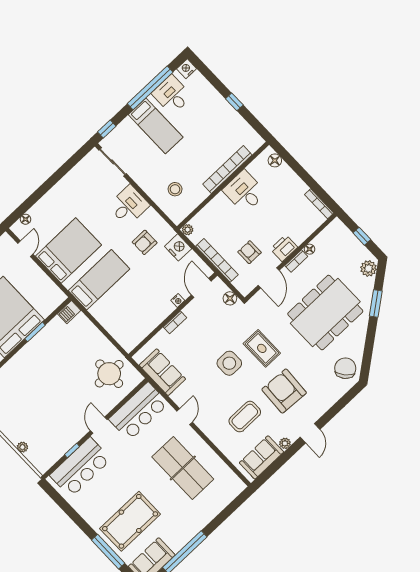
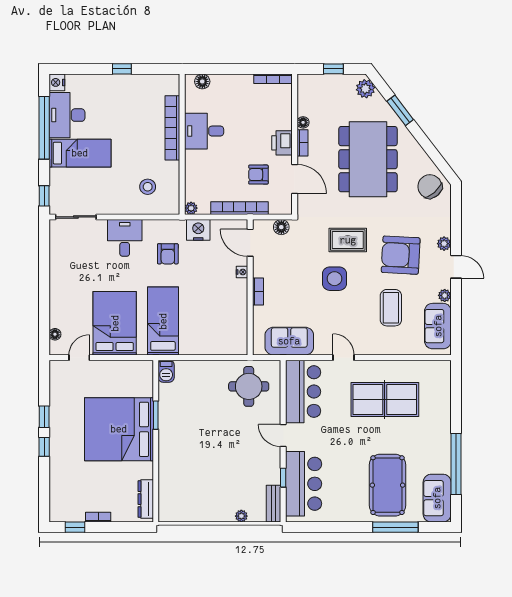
desk: (172, 95) -> (67, 115), width x1.37
door: (25, 249) -> (79, 358), hinge flipped
plant: (318, 412) -> (444, 244), added
bench: (50, 460) -> (274, 504), added

